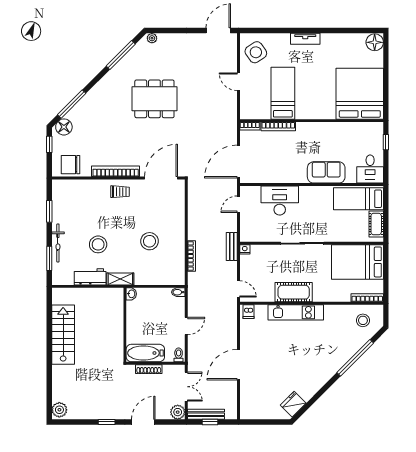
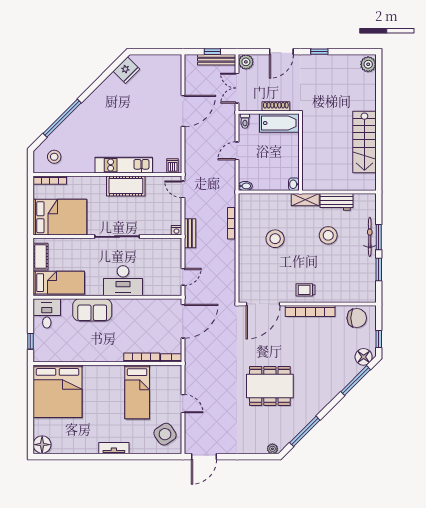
desk: (280, 201) -> (123, 281), moved
window: (49, 258) -> (379, 237), moved

